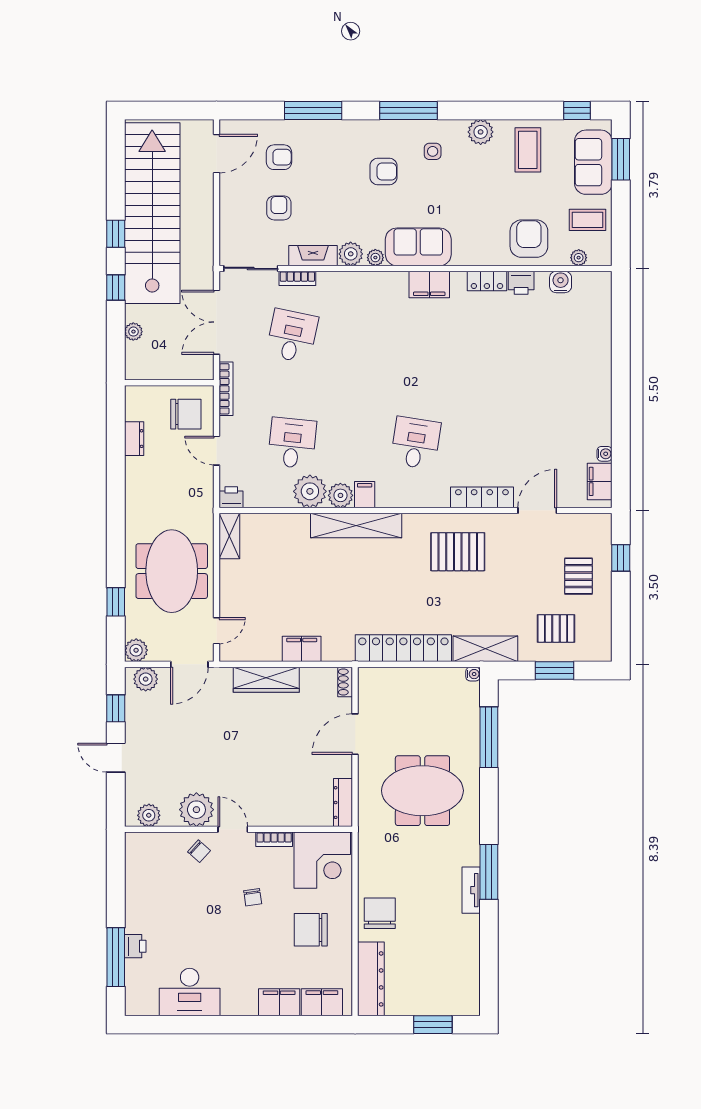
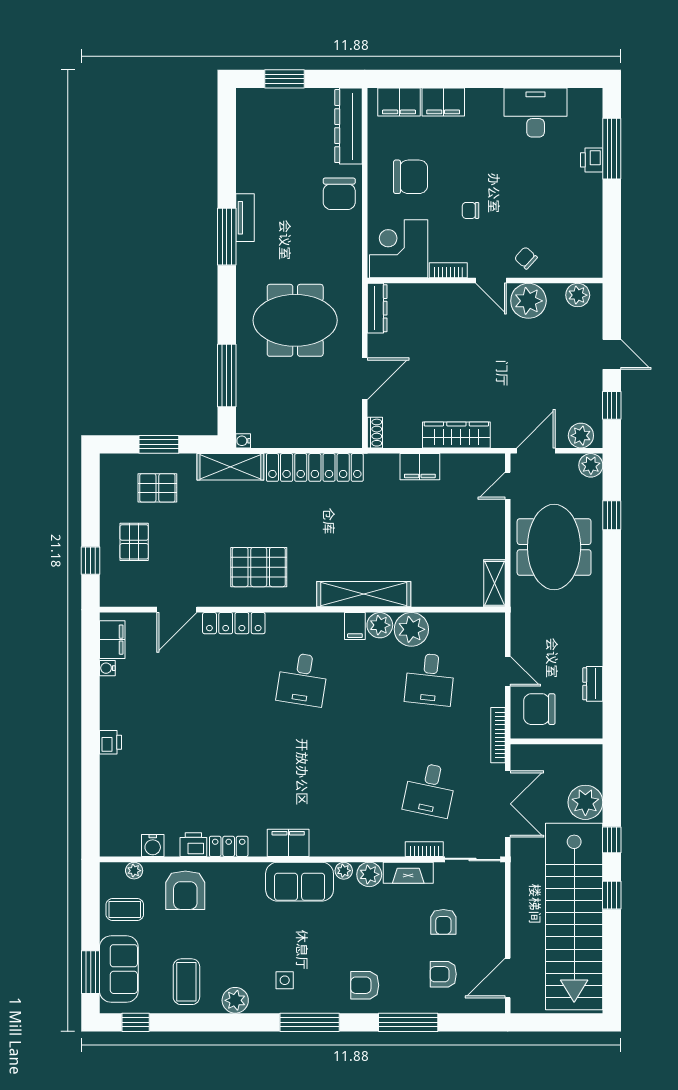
armchair: (383, 172) -> (365, 985), moved
plant: (133, 332) -> (585, 802), width x1.88, depth x1.88
printer: (231, 497) -> (110, 742), moved, turned -90
chair: (253, 897) -> (470, 210), turned -82

